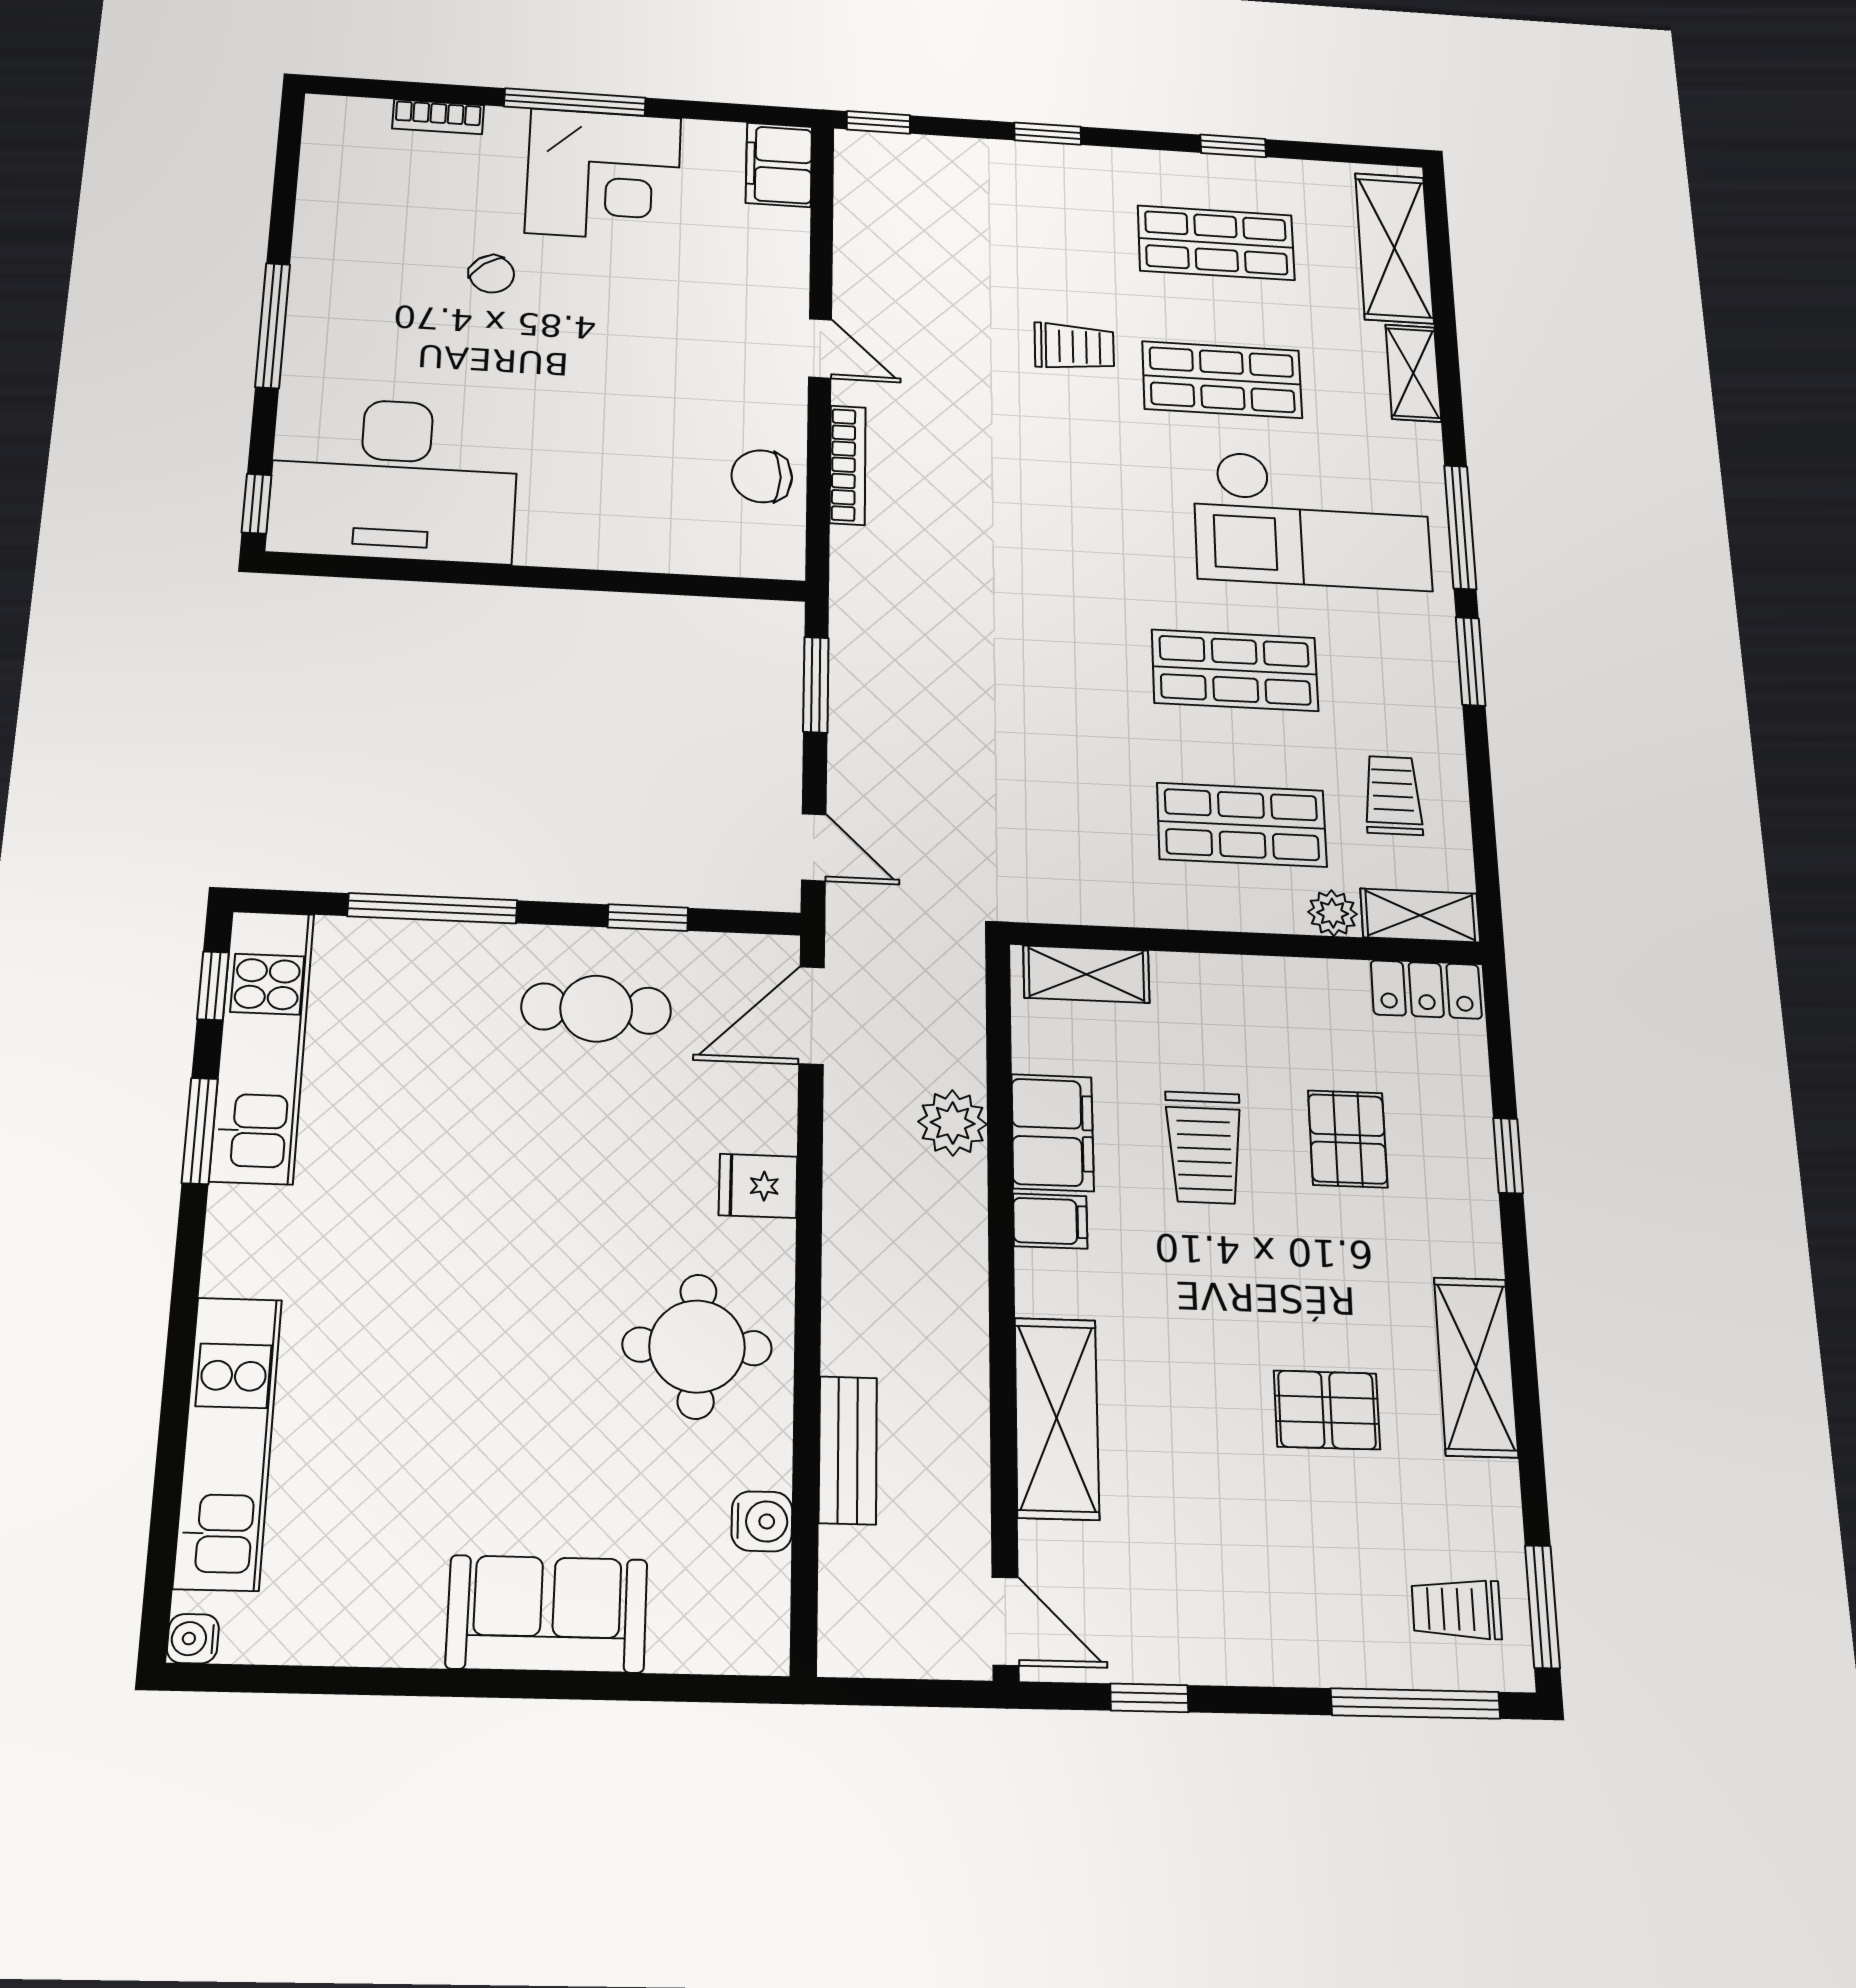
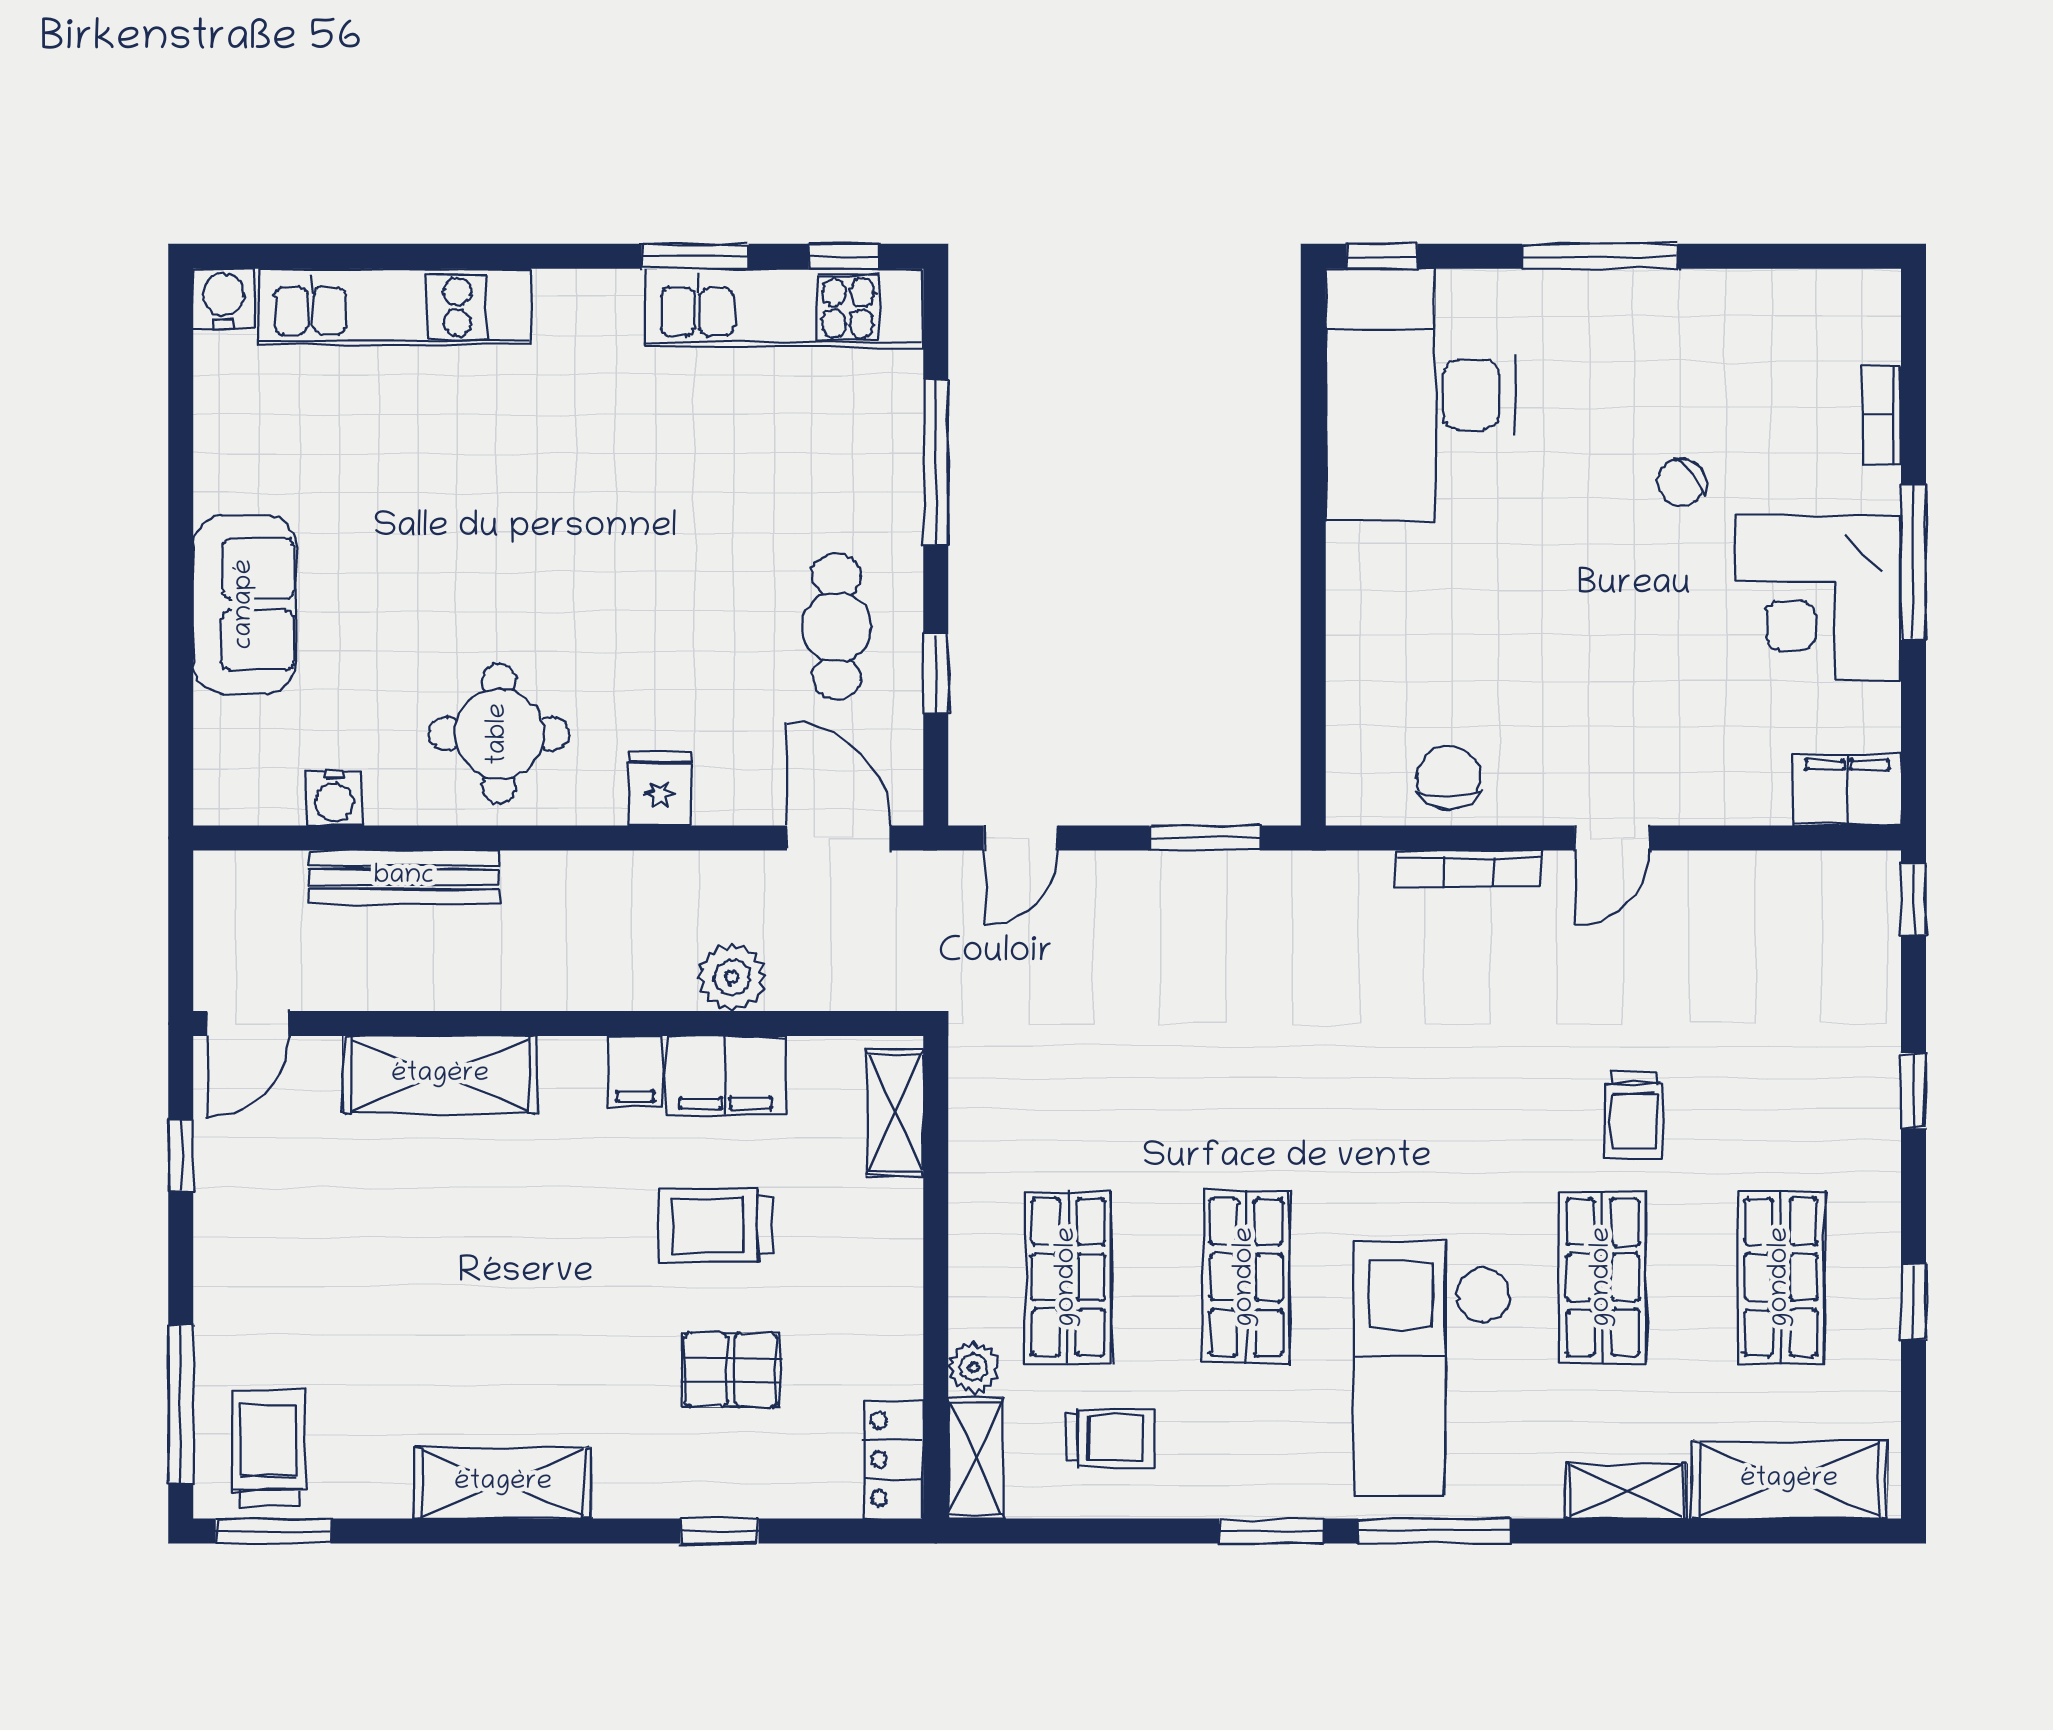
pallet: (1327, 1410) -> (456, 1335), removed
bench: (848, 1450) -> (404, 877), width x1.36
trolley: (1457, 1609) -> (269, 1449), width x1.36, depth x1.39
water cooler: (193, 1639) -> (223, 299), width x1.38, depth x1.38

